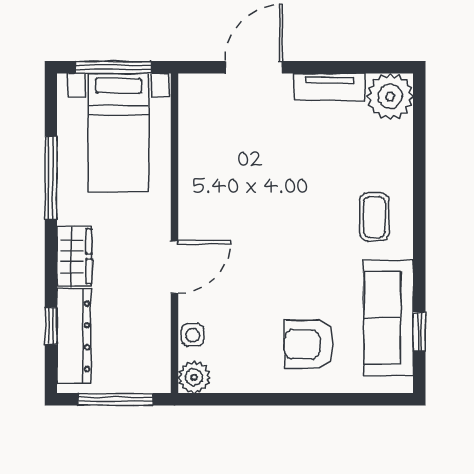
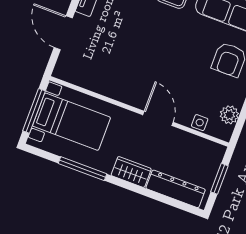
window: (51, 326) -> (165, 200), removed
plant: (194, 377) -> (229, 115), moved
window: (115, 399) -> (219, 179), width x0.69

